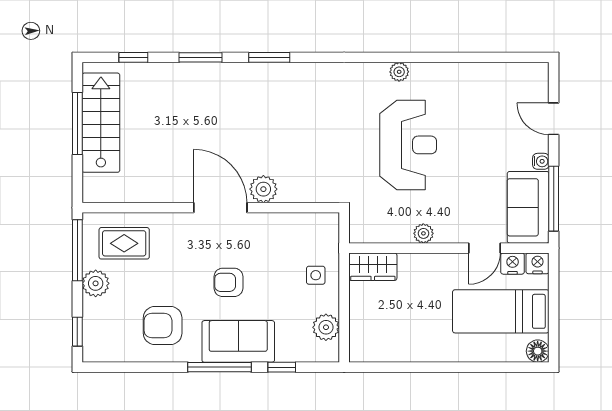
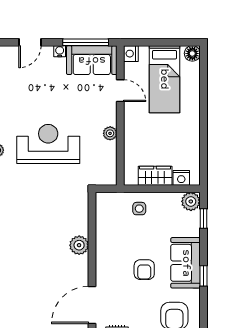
door: (220, 208) -> (92, 305), moved
nightstand: (513, 264) -> (181, 178), moved, turned -90
wardrobe: (373, 267) -> (155, 176), moved, turned -90
plant: (326, 327) -> (191, 201), moved
window: (220, 367) -> (203, 276), width x0.46
window: (282, 367) -> (203, 219), moved

